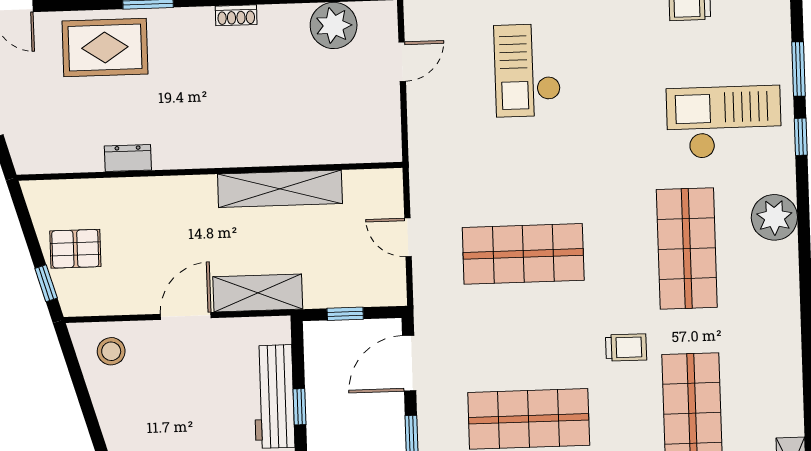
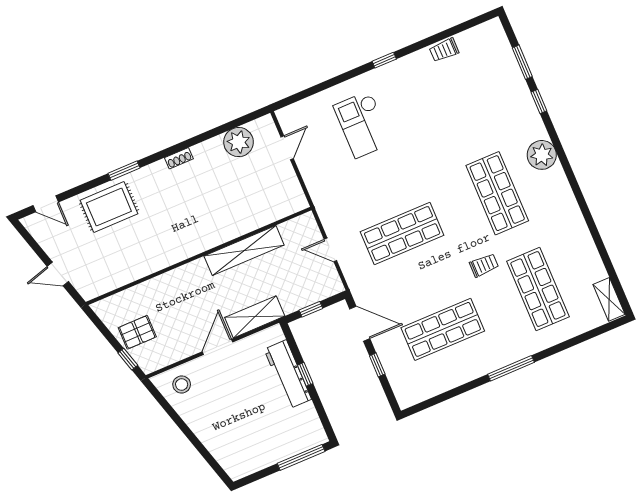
checkout: (724, 122) -> (490, 110), removed
dresser: (128, 158) -> (148, 267), removed
door: (409, 363) -> (360, 324), swing flipped

